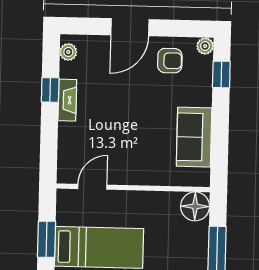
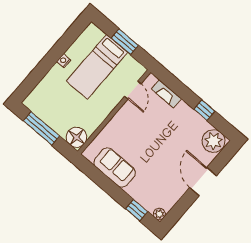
plant: (68, 52) -> (214, 141), width x1.87, depth x1.87
armchair: (170, 61) -> (167, 188), removed
fireplace: (67, 100) -> (166, 94), moved

